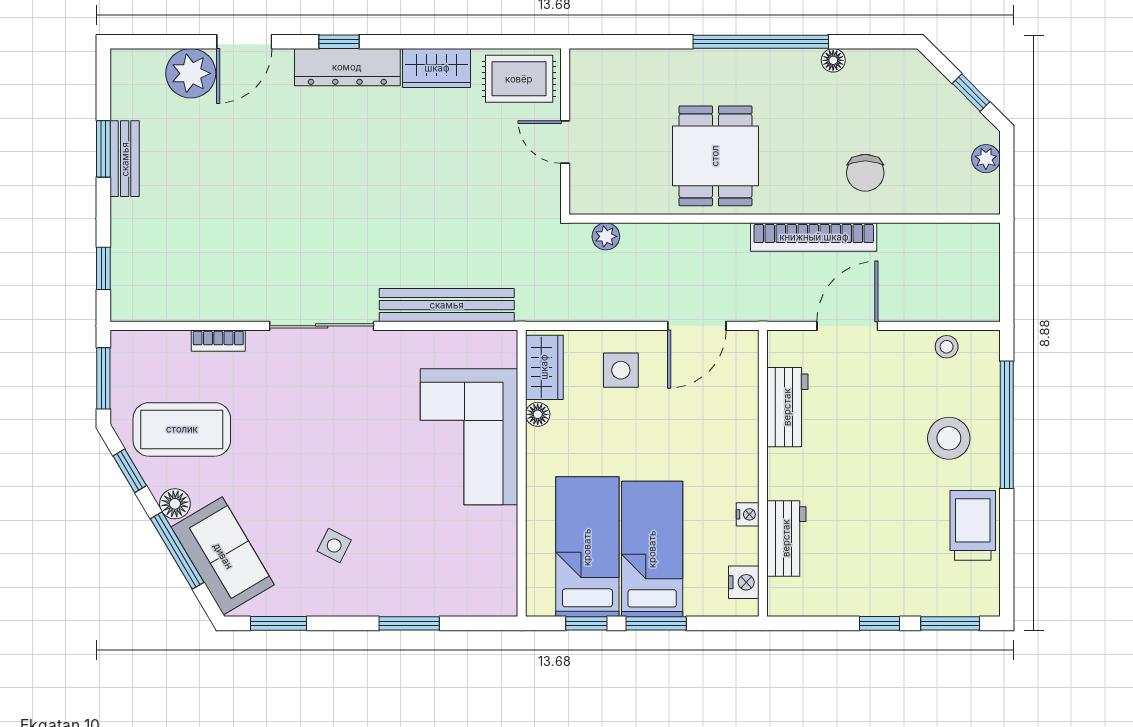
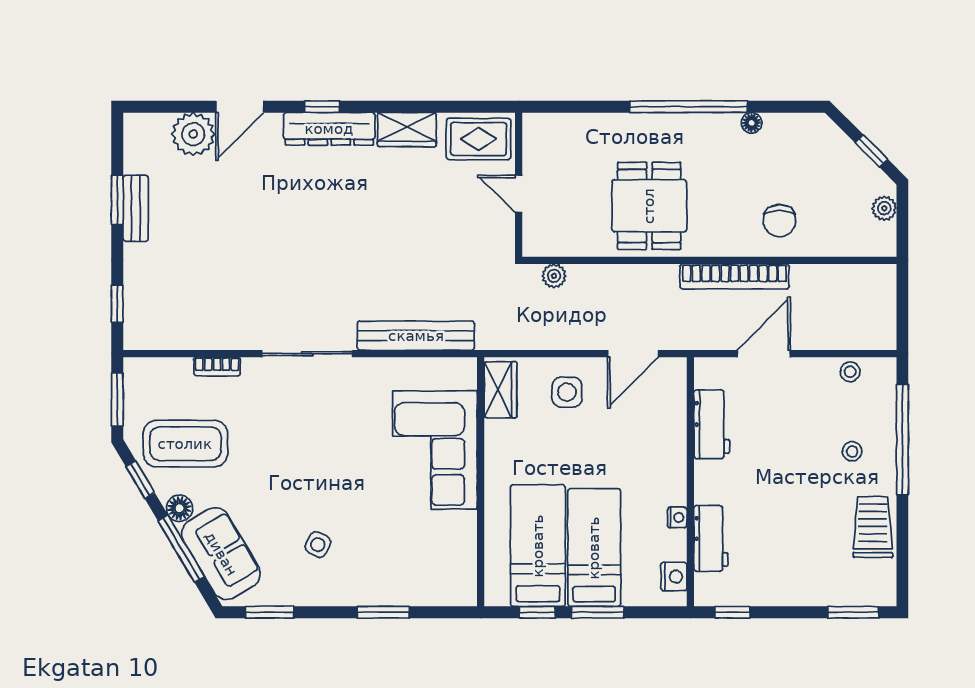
floor lamp: (538, 414) -> (495, 431), removed
stool: (949, 438) -> (852, 451), width x0.53, depth x0.53
window: (880, 623) -> (732, 612), moved

